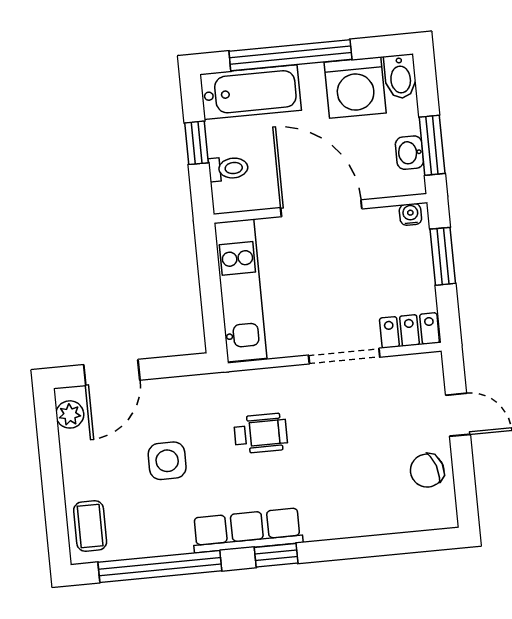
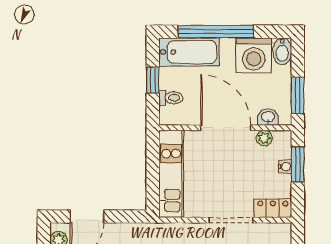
washbasin: (409, 153) -> (268, 117), moved, turned 90
water cooler: (410, 214) -> (285, 167), moved, turned 90
plant: (385, 219) -> (264, 138), added

